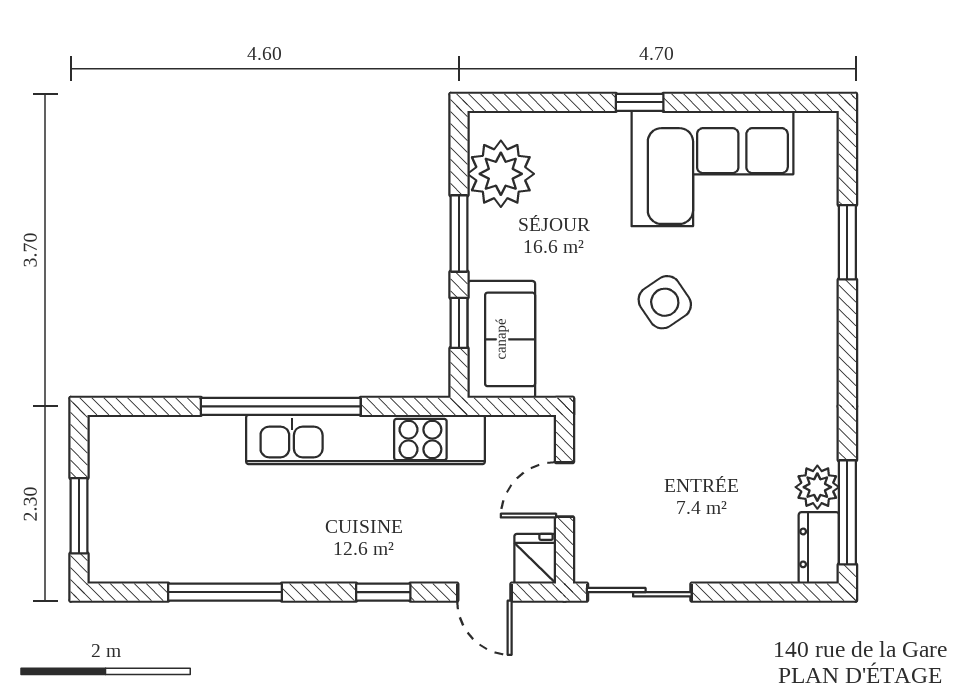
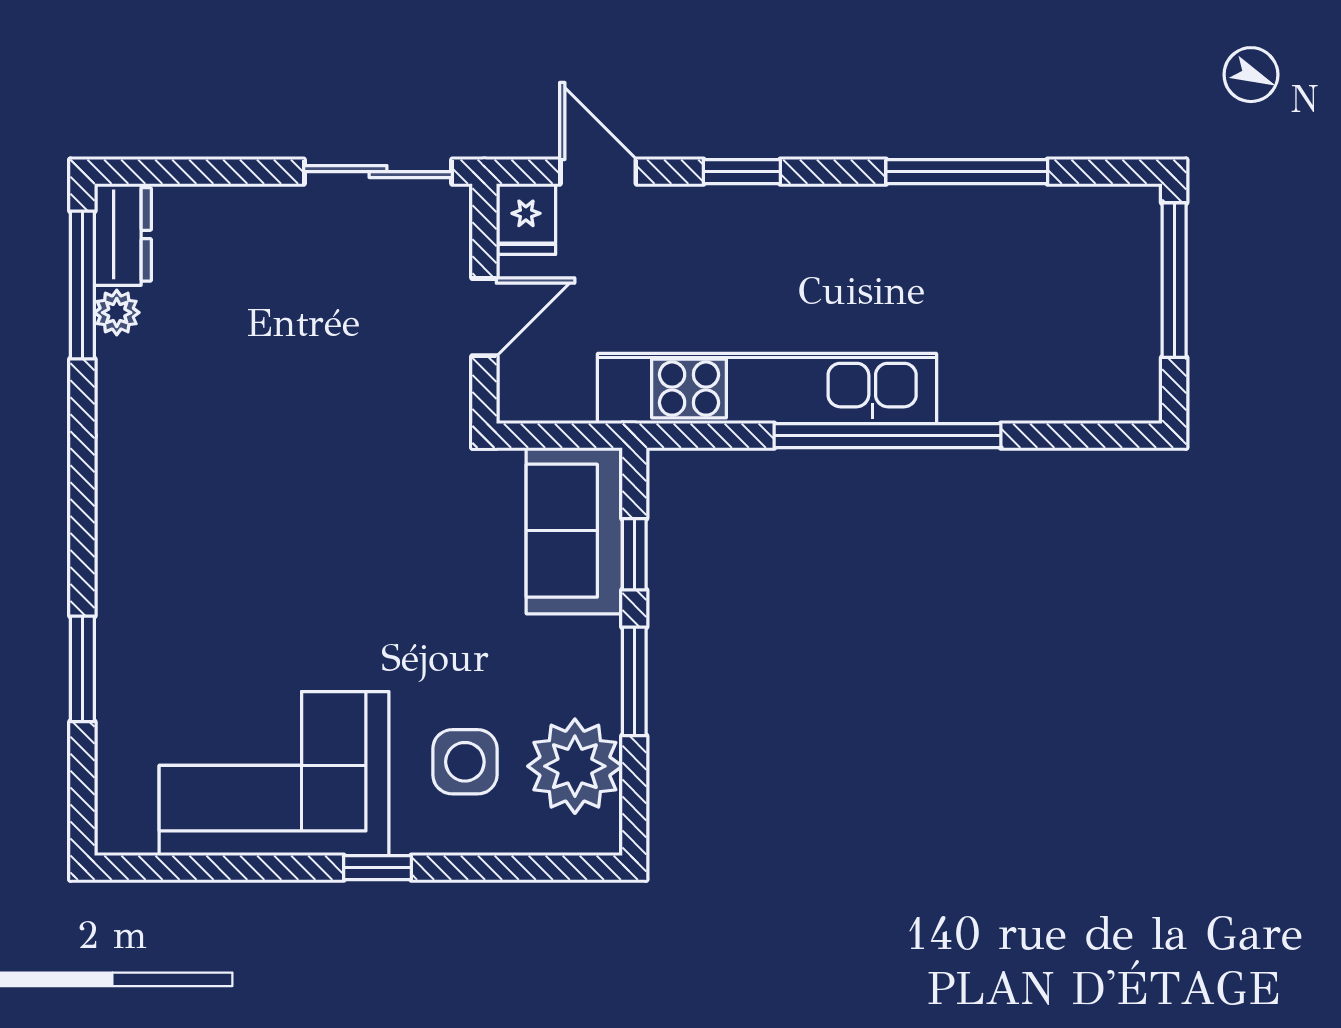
side table: (665, 302) -> (465, 762), moved, turned 34
plant: (817, 487) -> (117, 313), width x0.73, depth x0.73
window: (79, 516) -> (1174, 280), width x1.44

